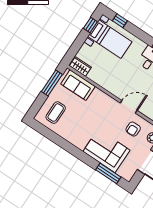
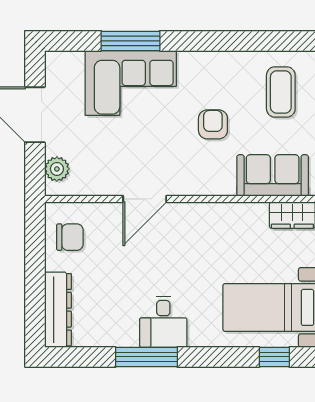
armchair: (133, 129) -> (213, 124), moved
window: (108, 173) -> (130, 41), moved

